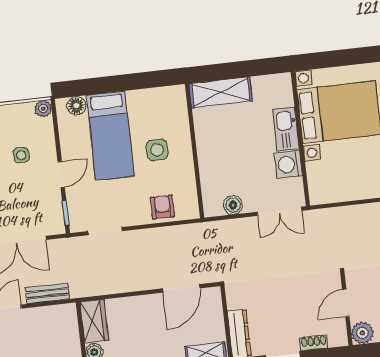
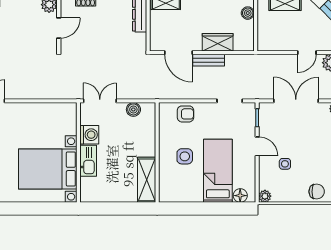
shelving: (221, 92) -> (147, 180), moved, turned 90
door: (61, 174) -> (257, 146), swing flipped
armchair: (162, 207) -> (185, 114), turned -90
door: (181, 288) -> (178, 53), swing flipped
bench: (47, 293) -> (209, 60), moved
wardrobe: (94, 321) -> (218, 42), moved, turned 90

